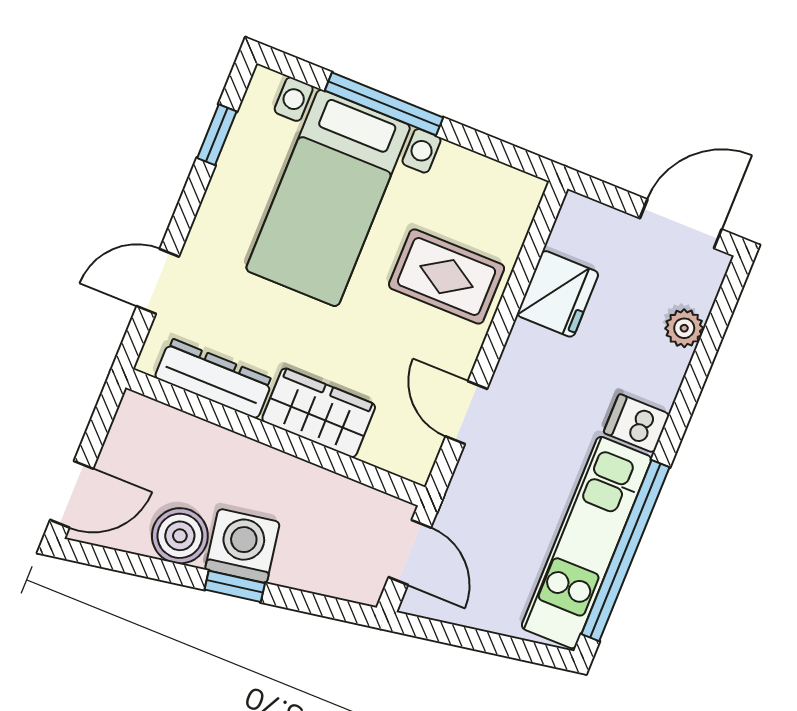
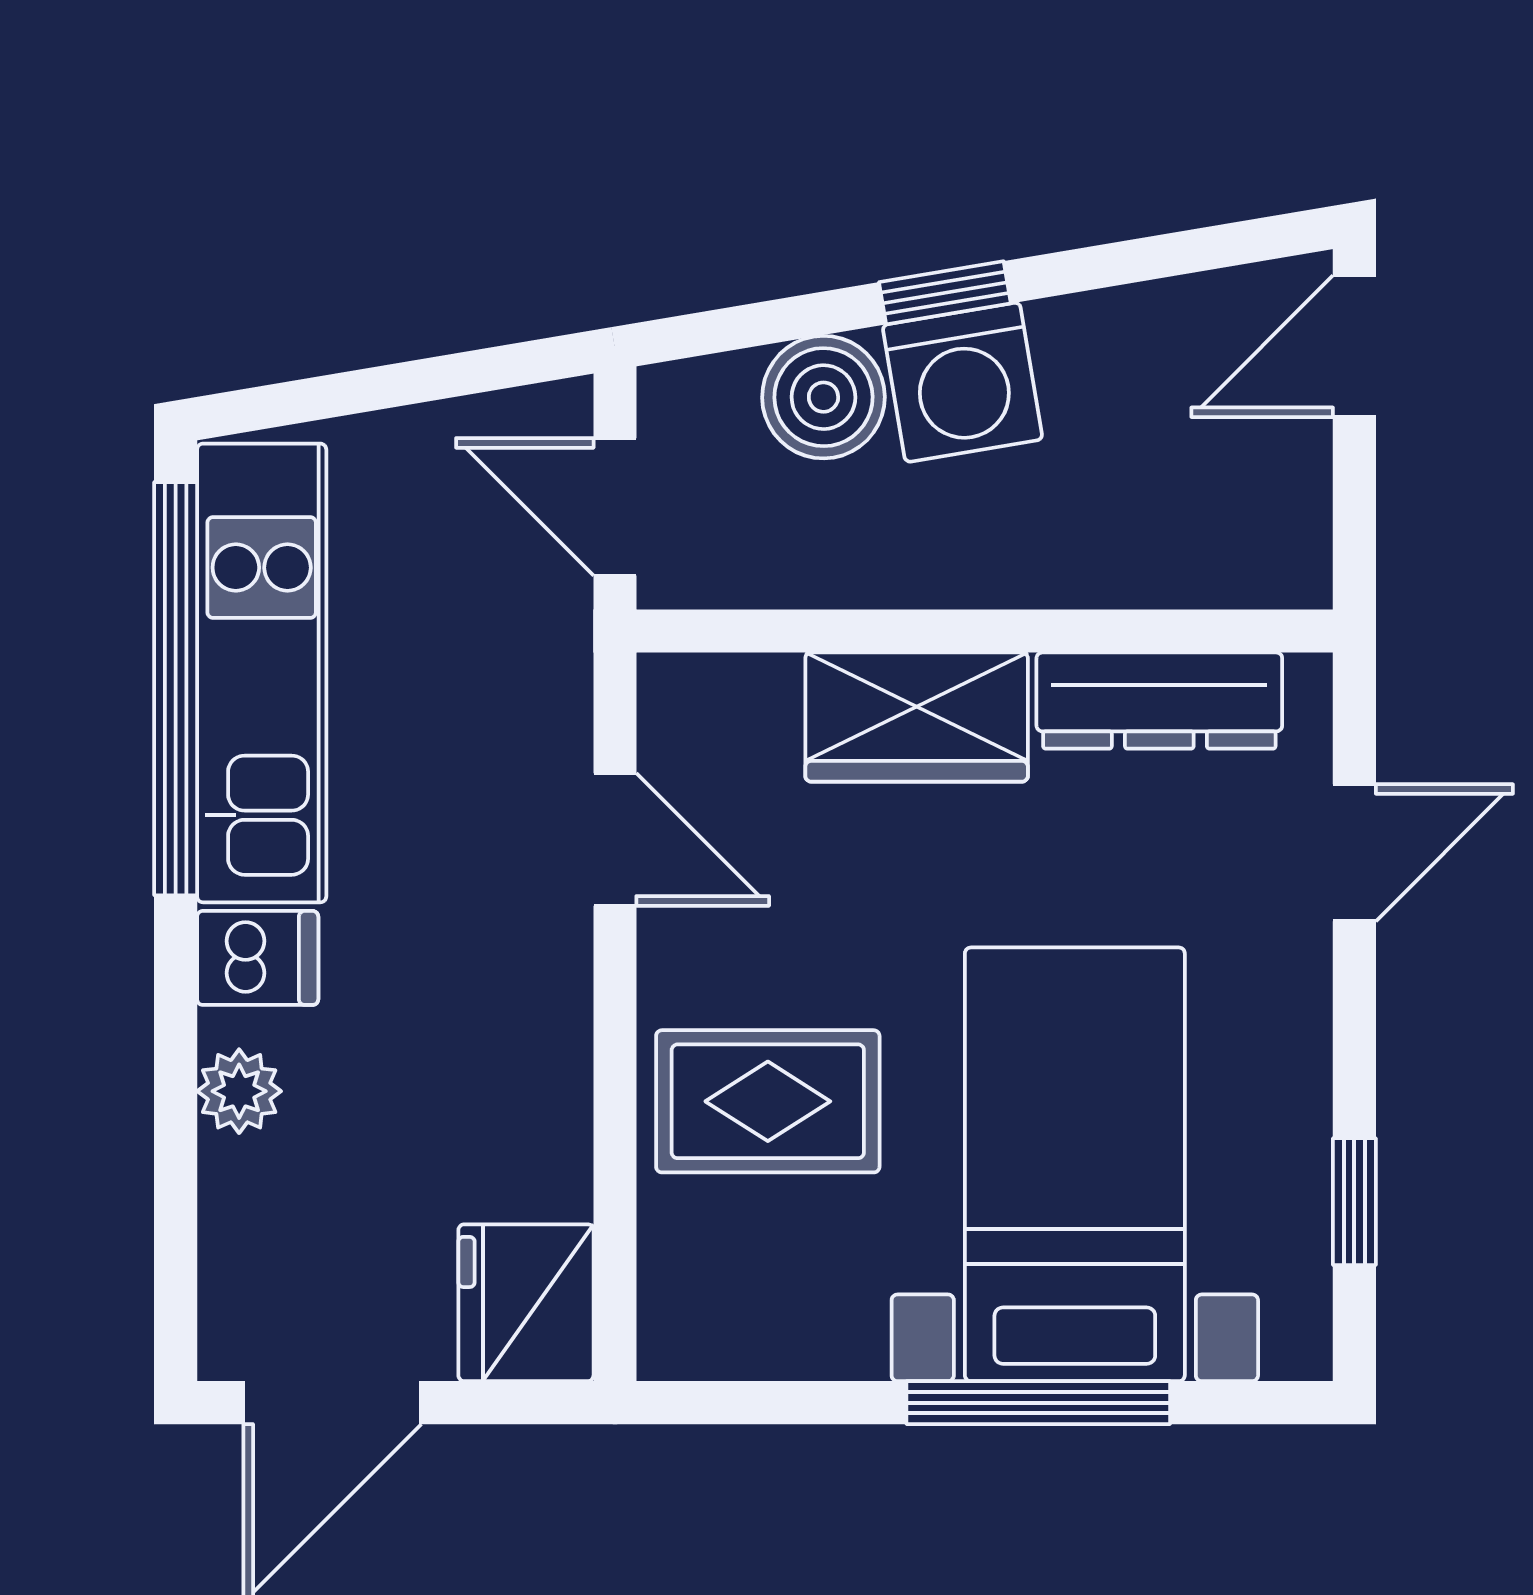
fridge: (558, 294) -> (526, 1303), moved
plant: (684, 328) -> (239, 1091), moved
boiler: (180, 536) -> (823, 397), moved

